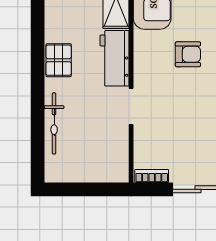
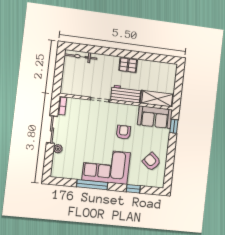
armchair: (188, 54) -> (124, 132), turned 180
bicycle: (54, 123) -> (81, 57), moved

